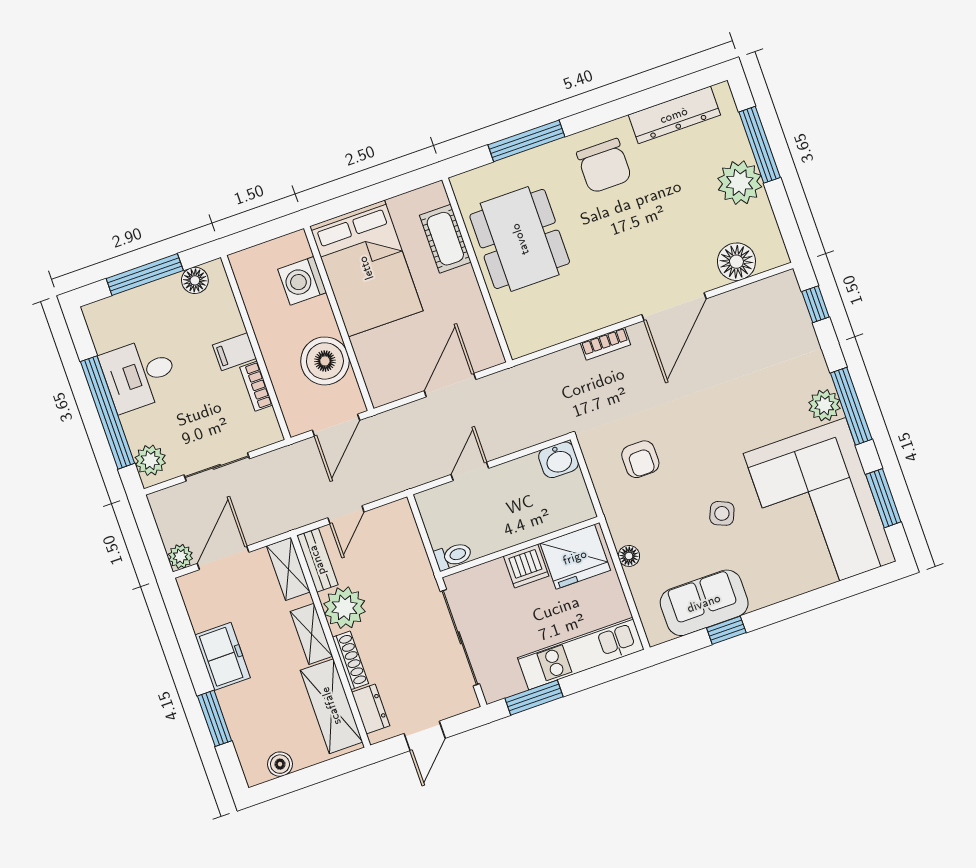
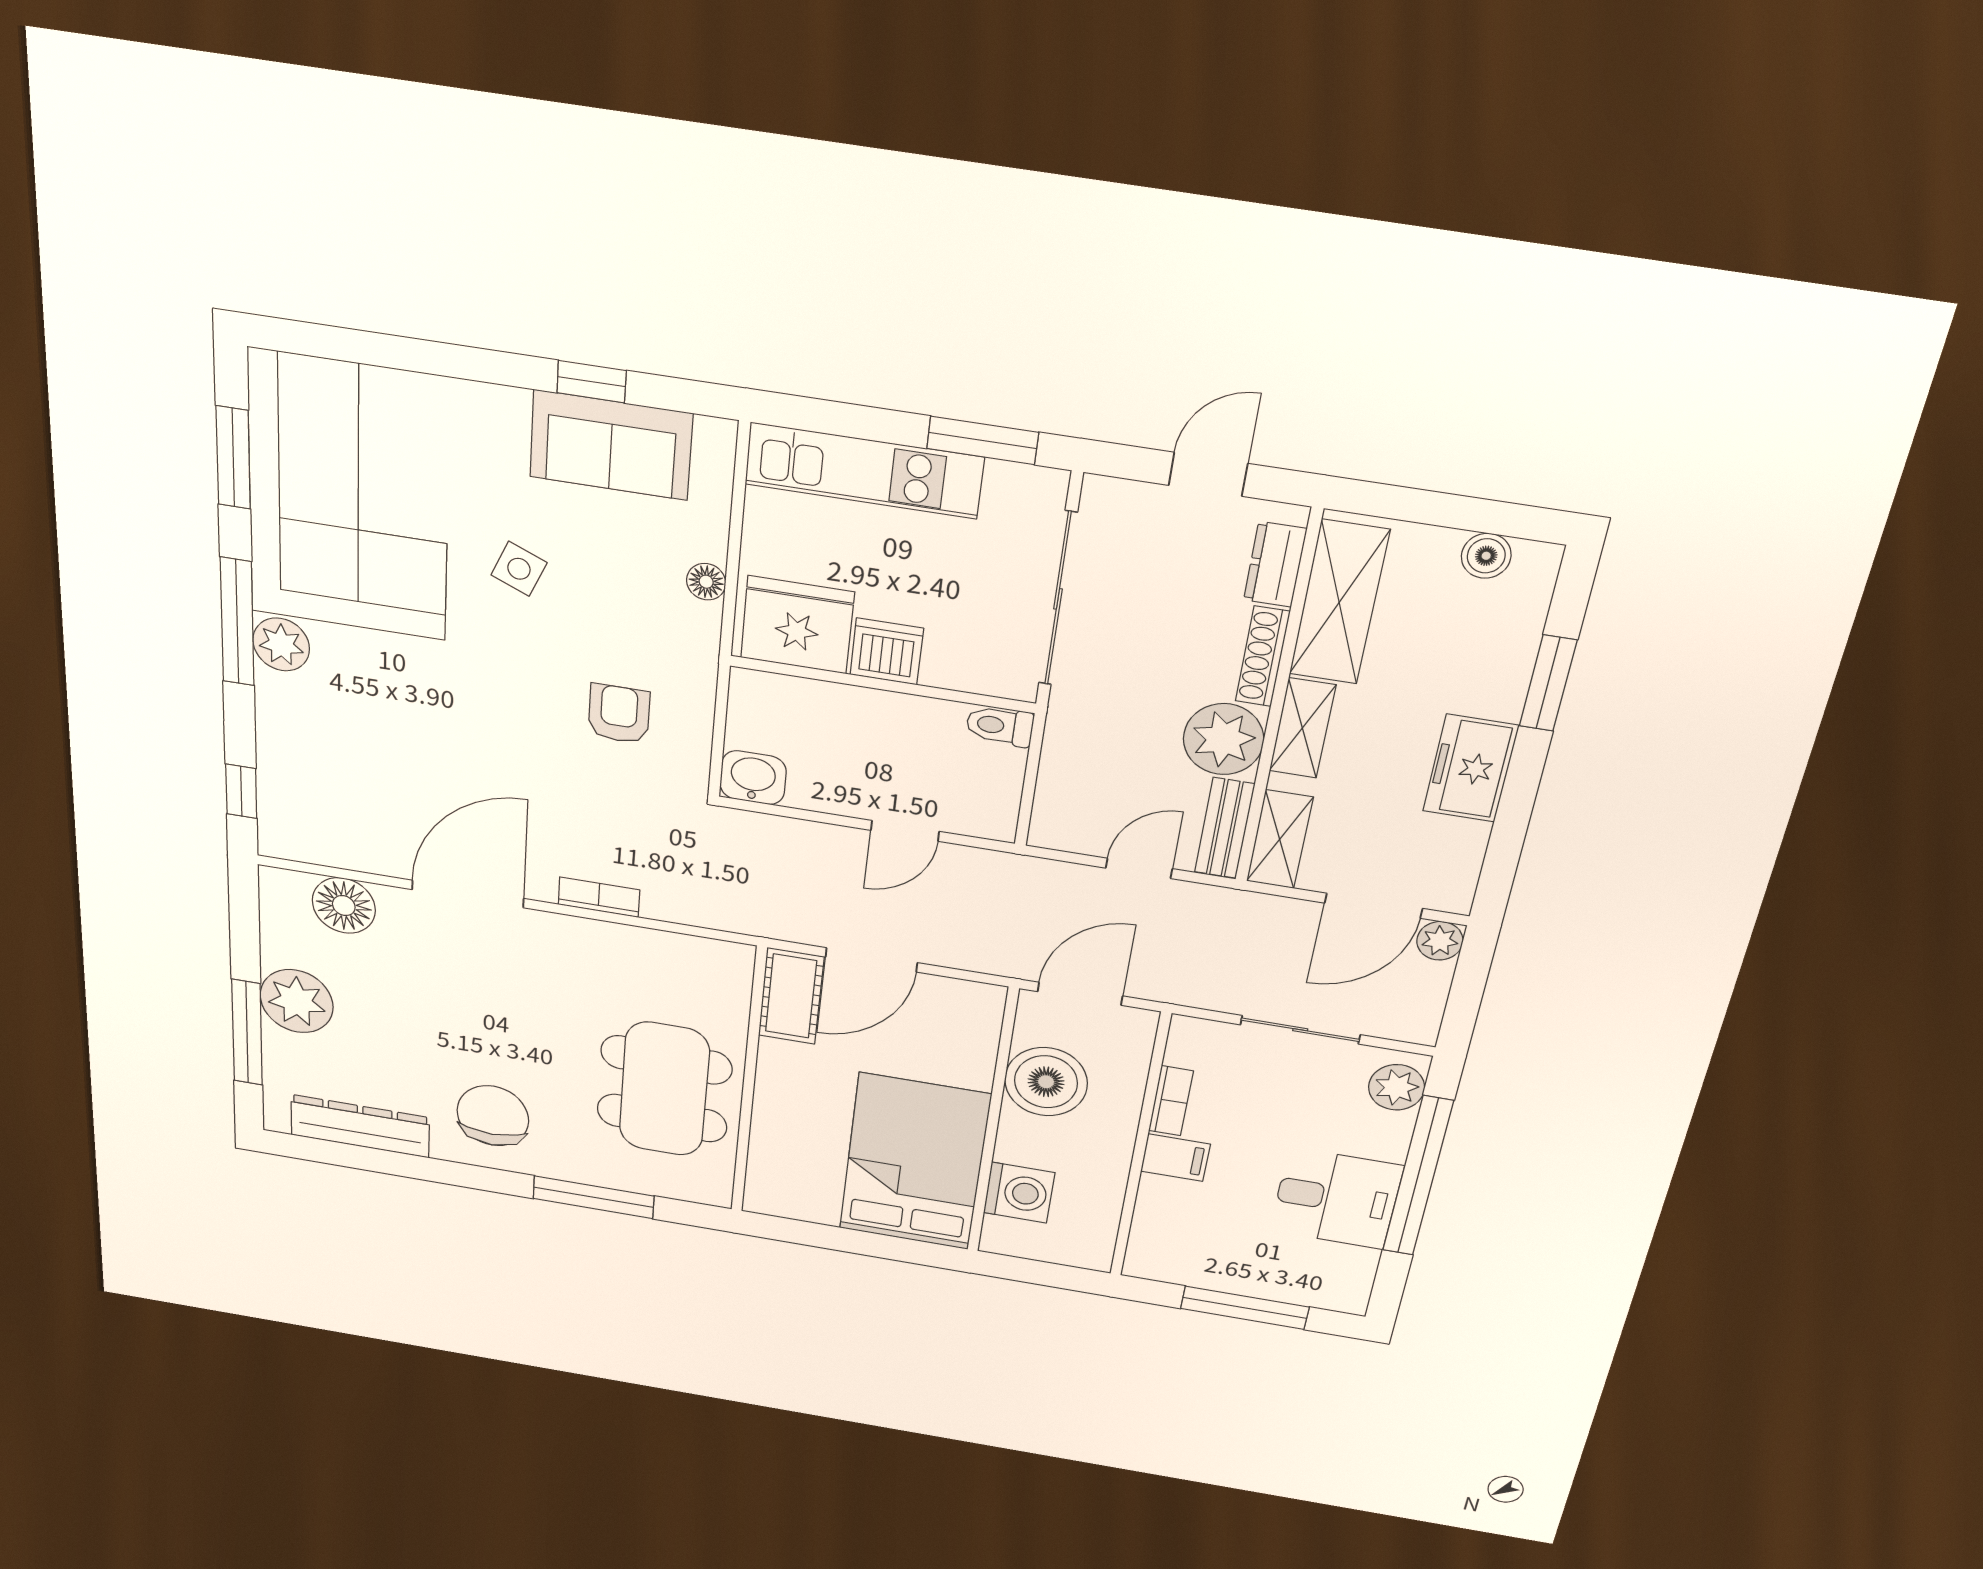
cot: (445, 239) -> (791, 996), moved
floor lamp: (195, 280) -> (1176, 1267), removed

